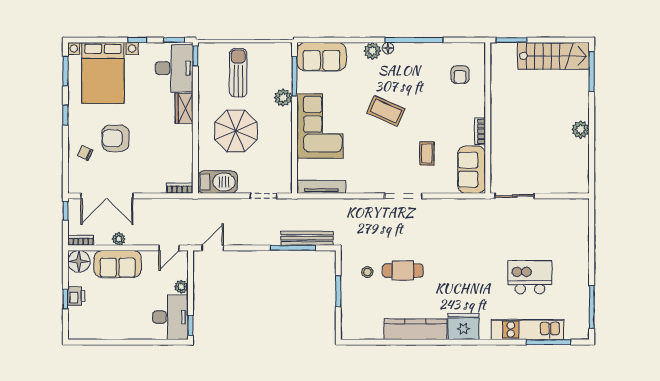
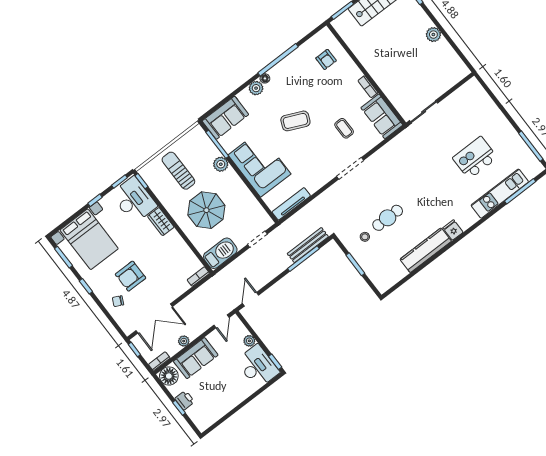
fridge: (463, 327) -> (453, 230), width x0.53, depth x0.75

